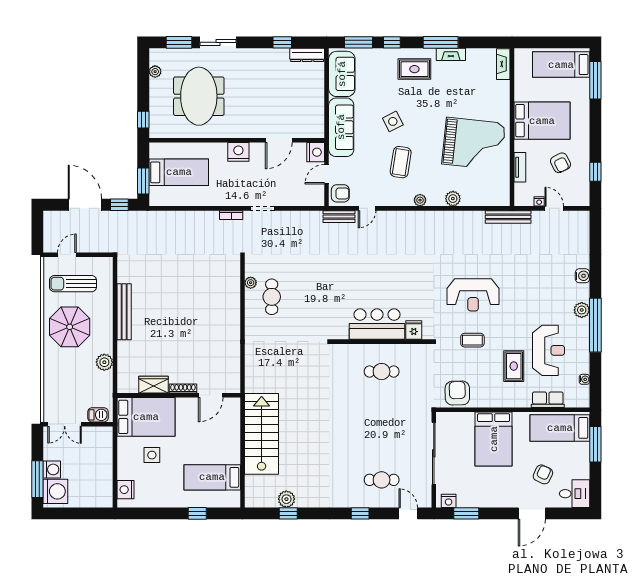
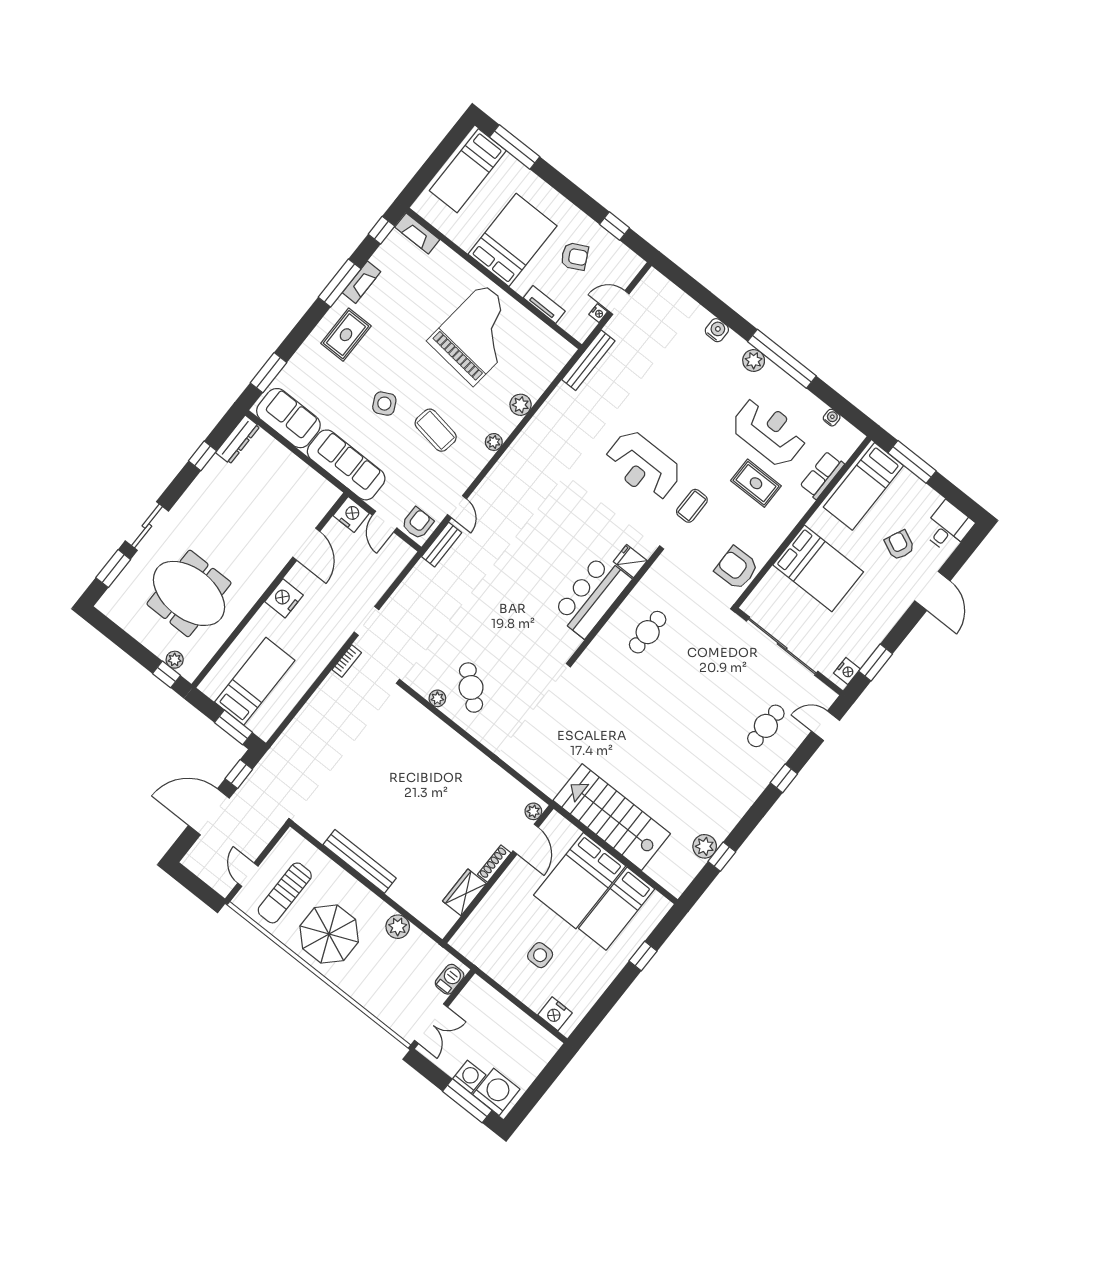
window: (392, 42) -> (381, 230), moved
plant: (155, 72) -> (175, 660), moved
reception desk: (473, 295) -> (643, 466), turned 90
cafe table: (272, 297) -> (471, 688), turned 41
plant: (230, 387) -> (533, 811), added
bed: (146, 417) -> (580, 881), moved, turned 180

